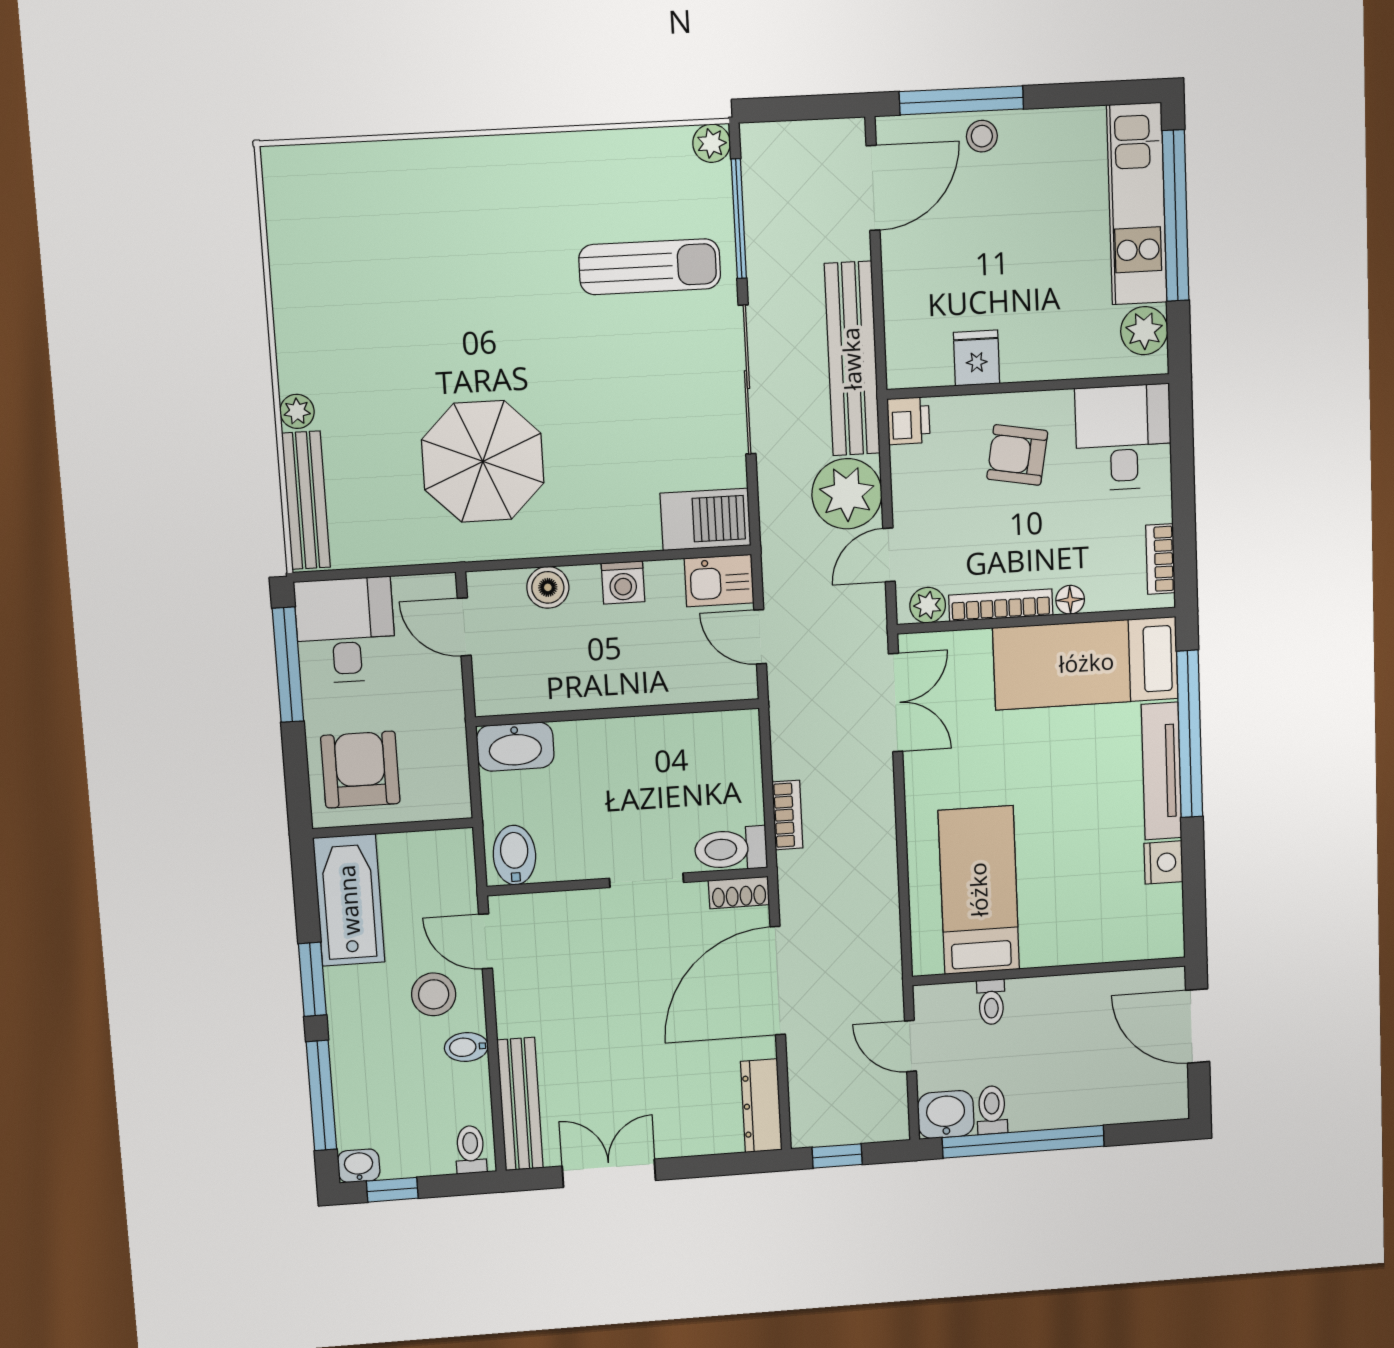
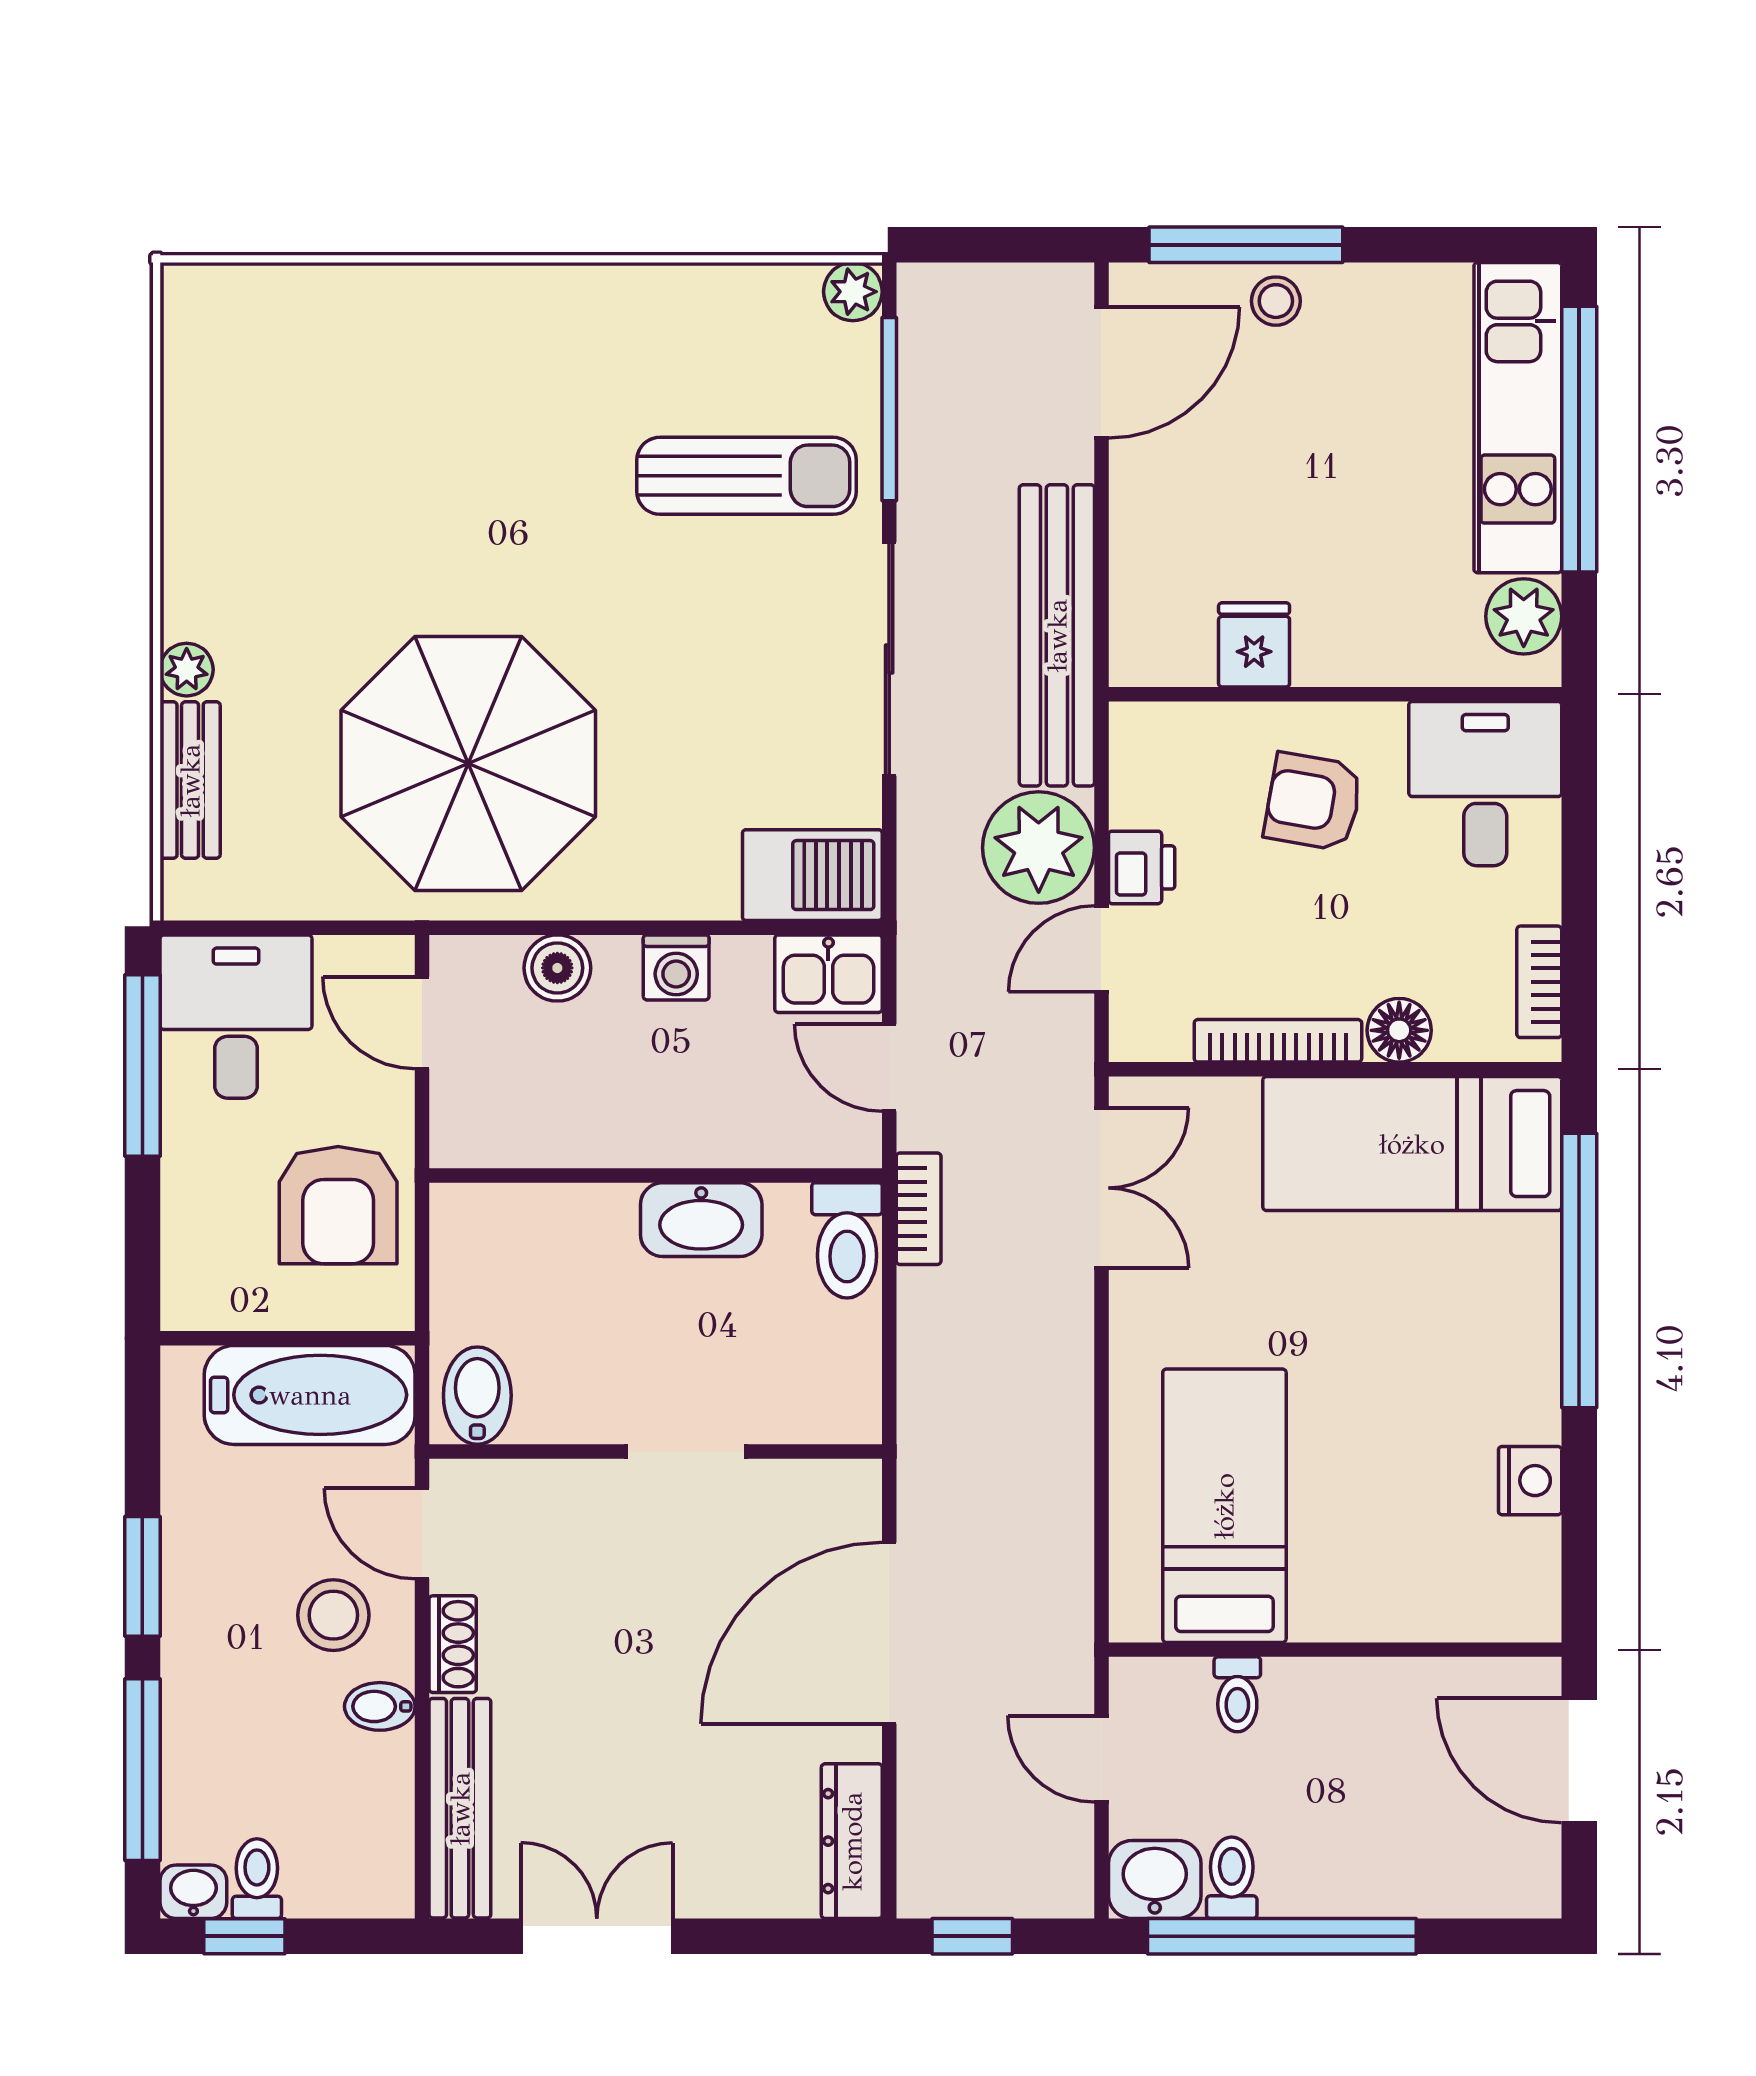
printer: (908, 421) -> (1142, 867), moved
parasol: (483, 461) -> (468, 764), width x1.36, depth x1.36
bench: (306, 500) -> (190, 780), width x0.73
floor lamp: (1070, 600) -> (1399, 1030), width x1.37, depth x1.37
plant: (928, 605) -> (1160, 1034), removed
washbasin: (515, 747) -> (701, 1220), moved
armchair: (360, 770) -> (338, 1205), moved, turned 180
tv unit: (1162, 771) -> (1531, 1329), removed
bookcase: (787, 815) -> (919, 1209), moved
toilet: (731, 849) -> (847, 1240), moved, turned -90
shoe rack: (739, 893) -> (453, 1644), moved, turned -90
bathtub: (349, 900) -> (310, 1395), moved, turned 90
toilet: (471, 1150) -> (257, 1879), moved

